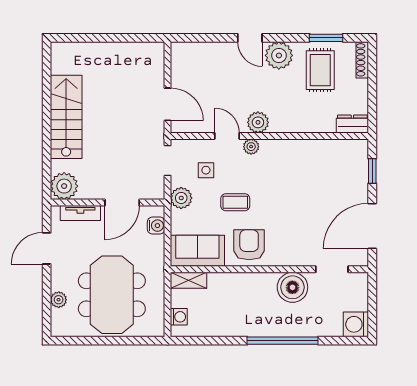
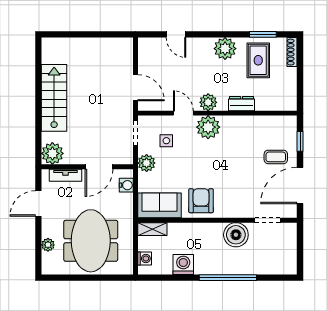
door: (250, 38) -> (176, 34), moved
dresser: (352, 124) -> (242, 104), moved
plant: (251, 147) -> (208, 127), width x1.87, depth x1.87
coffee table: (235, 202) -> (276, 157), moved
washing machine: (356, 324) -> (183, 265), moved, turned 90

